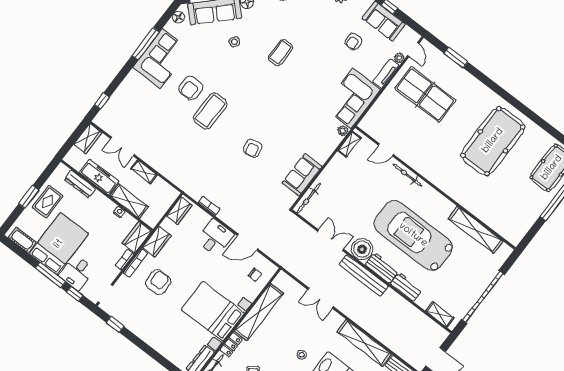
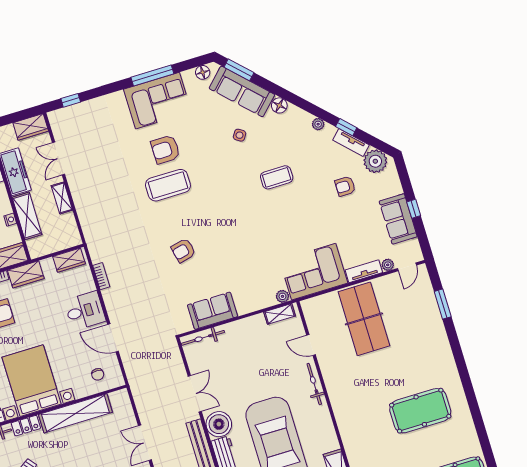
armchair: (353, 41) -> (345, 186), moved
table tennis table: (425, 94) -> (364, 319), moved
pool table: (493, 141) -> (420, 411), width x0.73, depth x0.76

